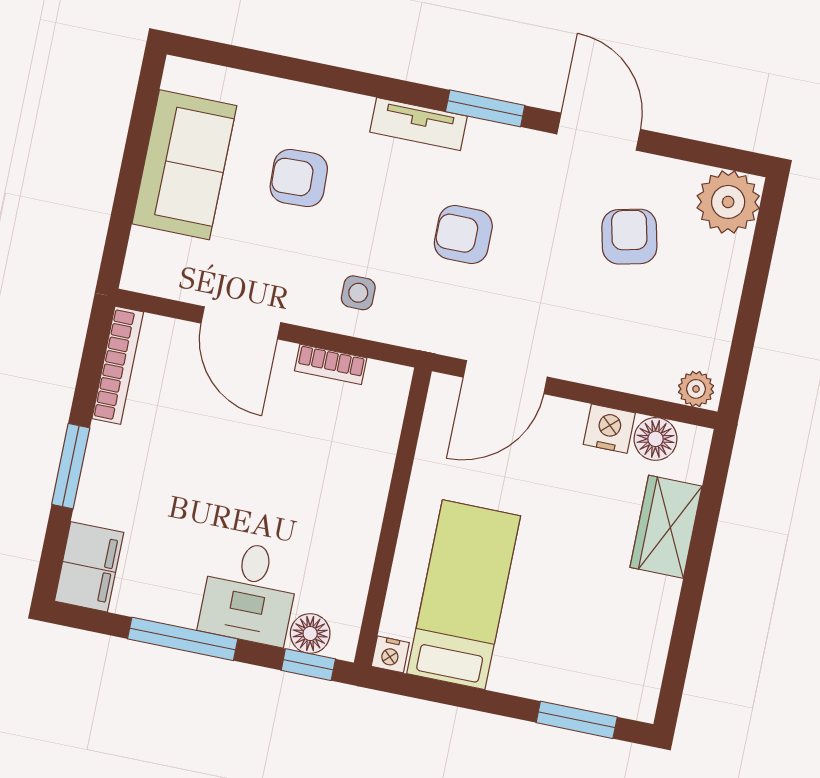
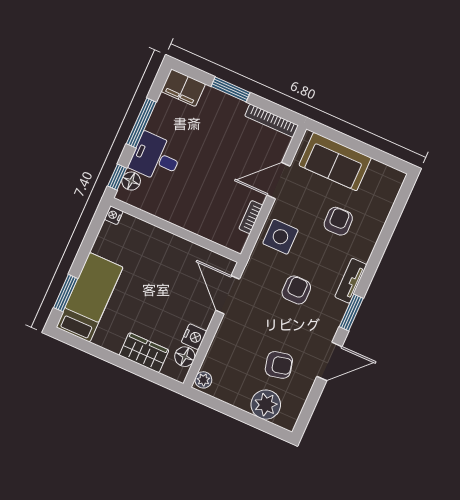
sofa: (184, 165) -> (335, 162), moved
plant: (728, 202) -> (266, 405), moved
side table: (358, 293) -> (280, 237), width x1.87, depth x1.87
bed: (464, 595) -> (90, 297), moved, turned -90

